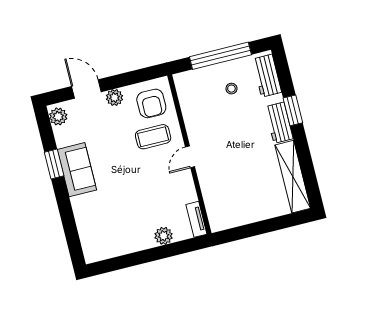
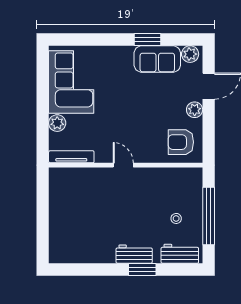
coffee table: (153, 137) -> (150, 136), removed
sofa: (77, 170) -> (157, 59), moved
shelving: (293, 177) -> (82, 254), removed
tv unit: (196, 219) -> (71, 157), width x1.41
corner sofa: (118, 232) -> (71, 82), added

